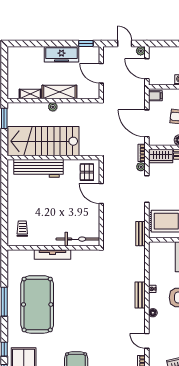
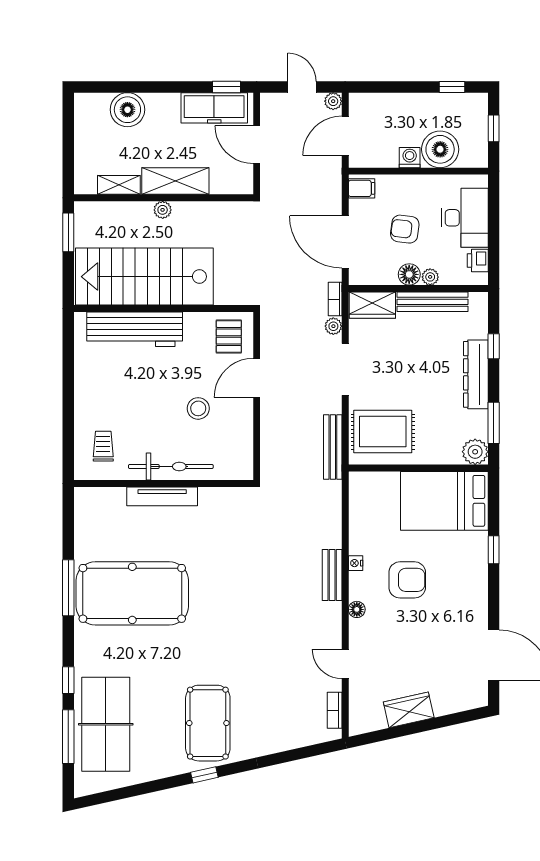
freezer: (61, 54) -> (214, 108), moved
boiler: (35, 55) -> (127, 110), added
door: (147, 69) -> (345, 136), hinge flipped
door: (101, 193) -> (257, 378), hinge flipped
stool: (71, 209) -> (198, 408), added
bench: (141, 234) -> (333, 447), width x1.36
bicycle: (78, 239) -> (171, 466), moved
pool table: (37, 304) -> (132, 593), turned 90

